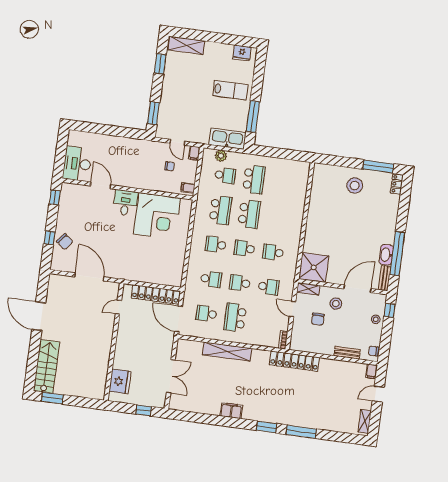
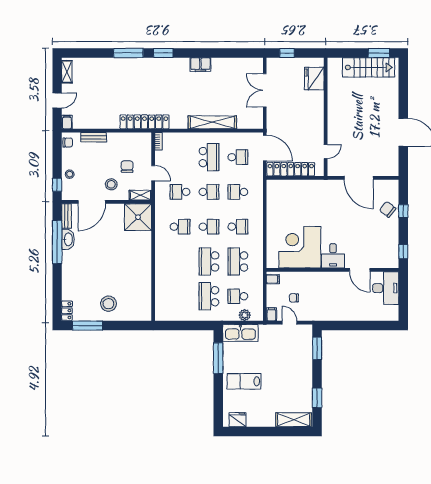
stairs: (47, 366) -> (369, 67), moved, turned -90

